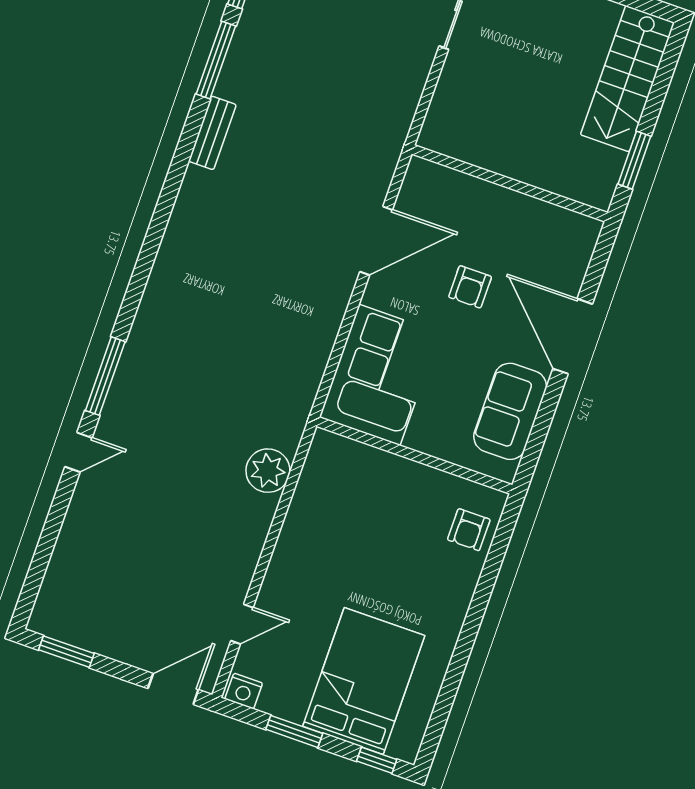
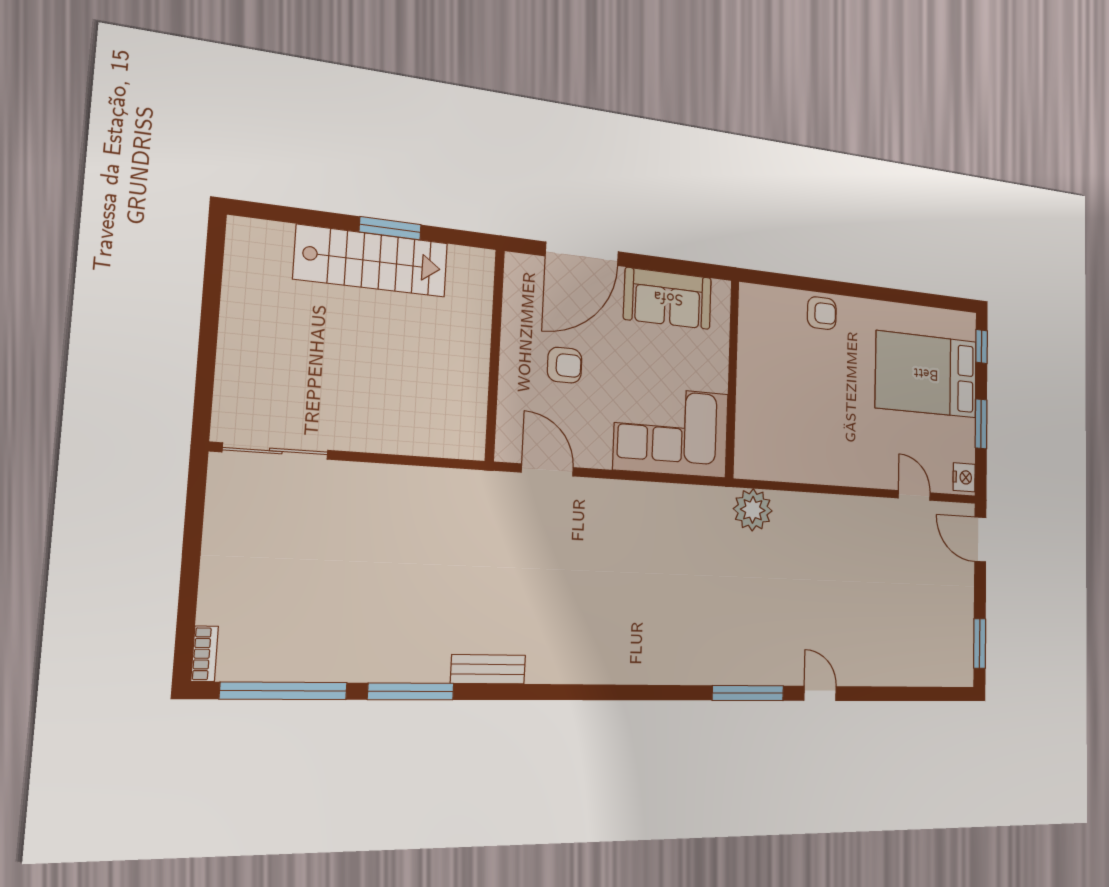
stairs: (628, 79) -> (372, 261), moved
wall: (510, 183) -> (495, 355), moved
door: (376, 241) -> (547, 470), width x0.73
plant: (268, 471) -> (753, 510), moved
armchair: (469, 530) -> (822, 313), moved

